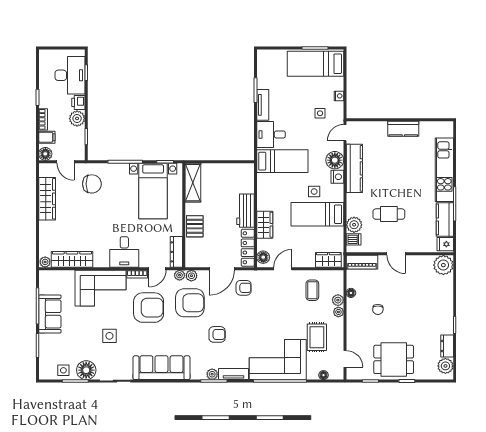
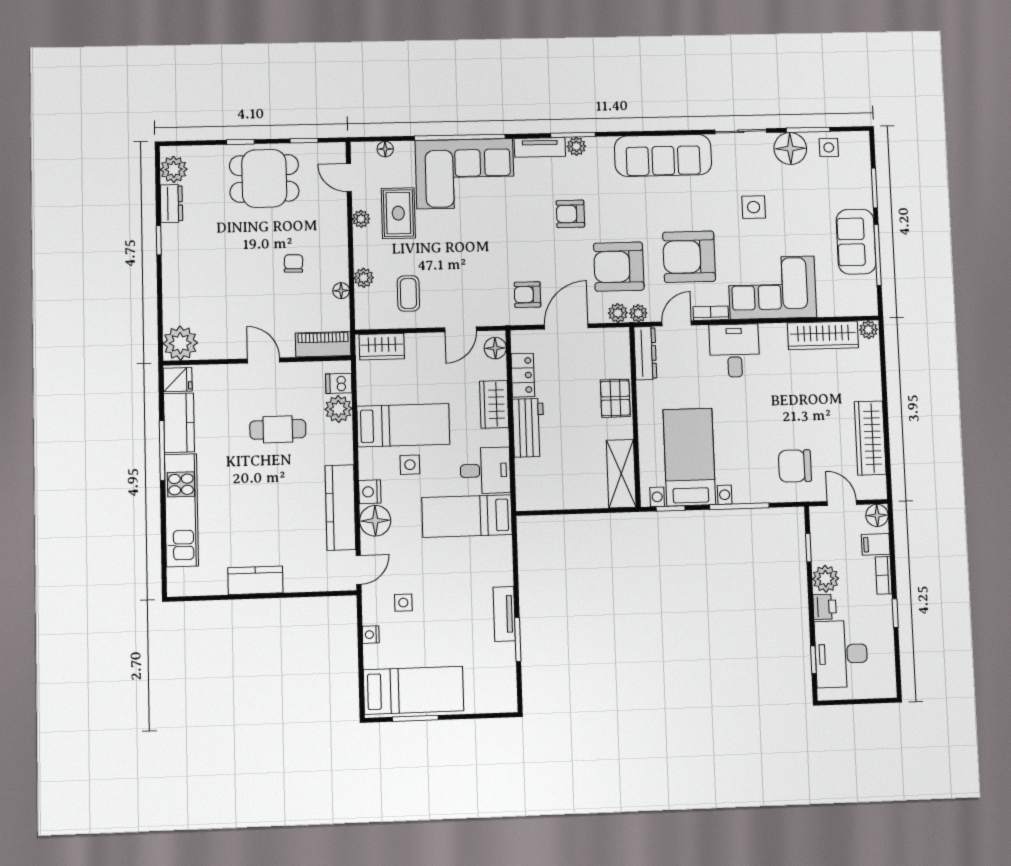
desk: (271, 134) -> (485, 470), moved
locker: (248, 248) -> (523, 375), width x0.66
plant: (338, 312) -> (361, 219), moved

